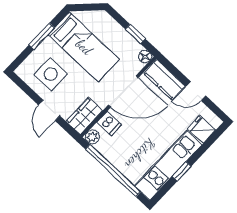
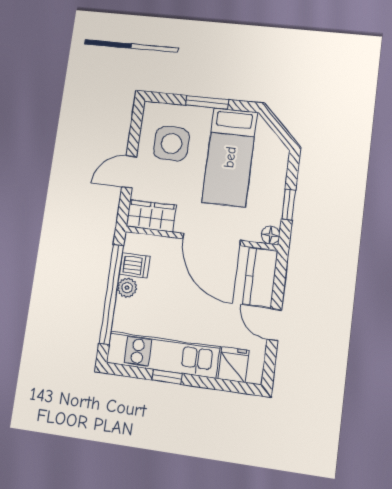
dishwasher: (109, 123) -> (134, 265), moved, turned -90
plant: (92, 137) -> (127, 288), moved

